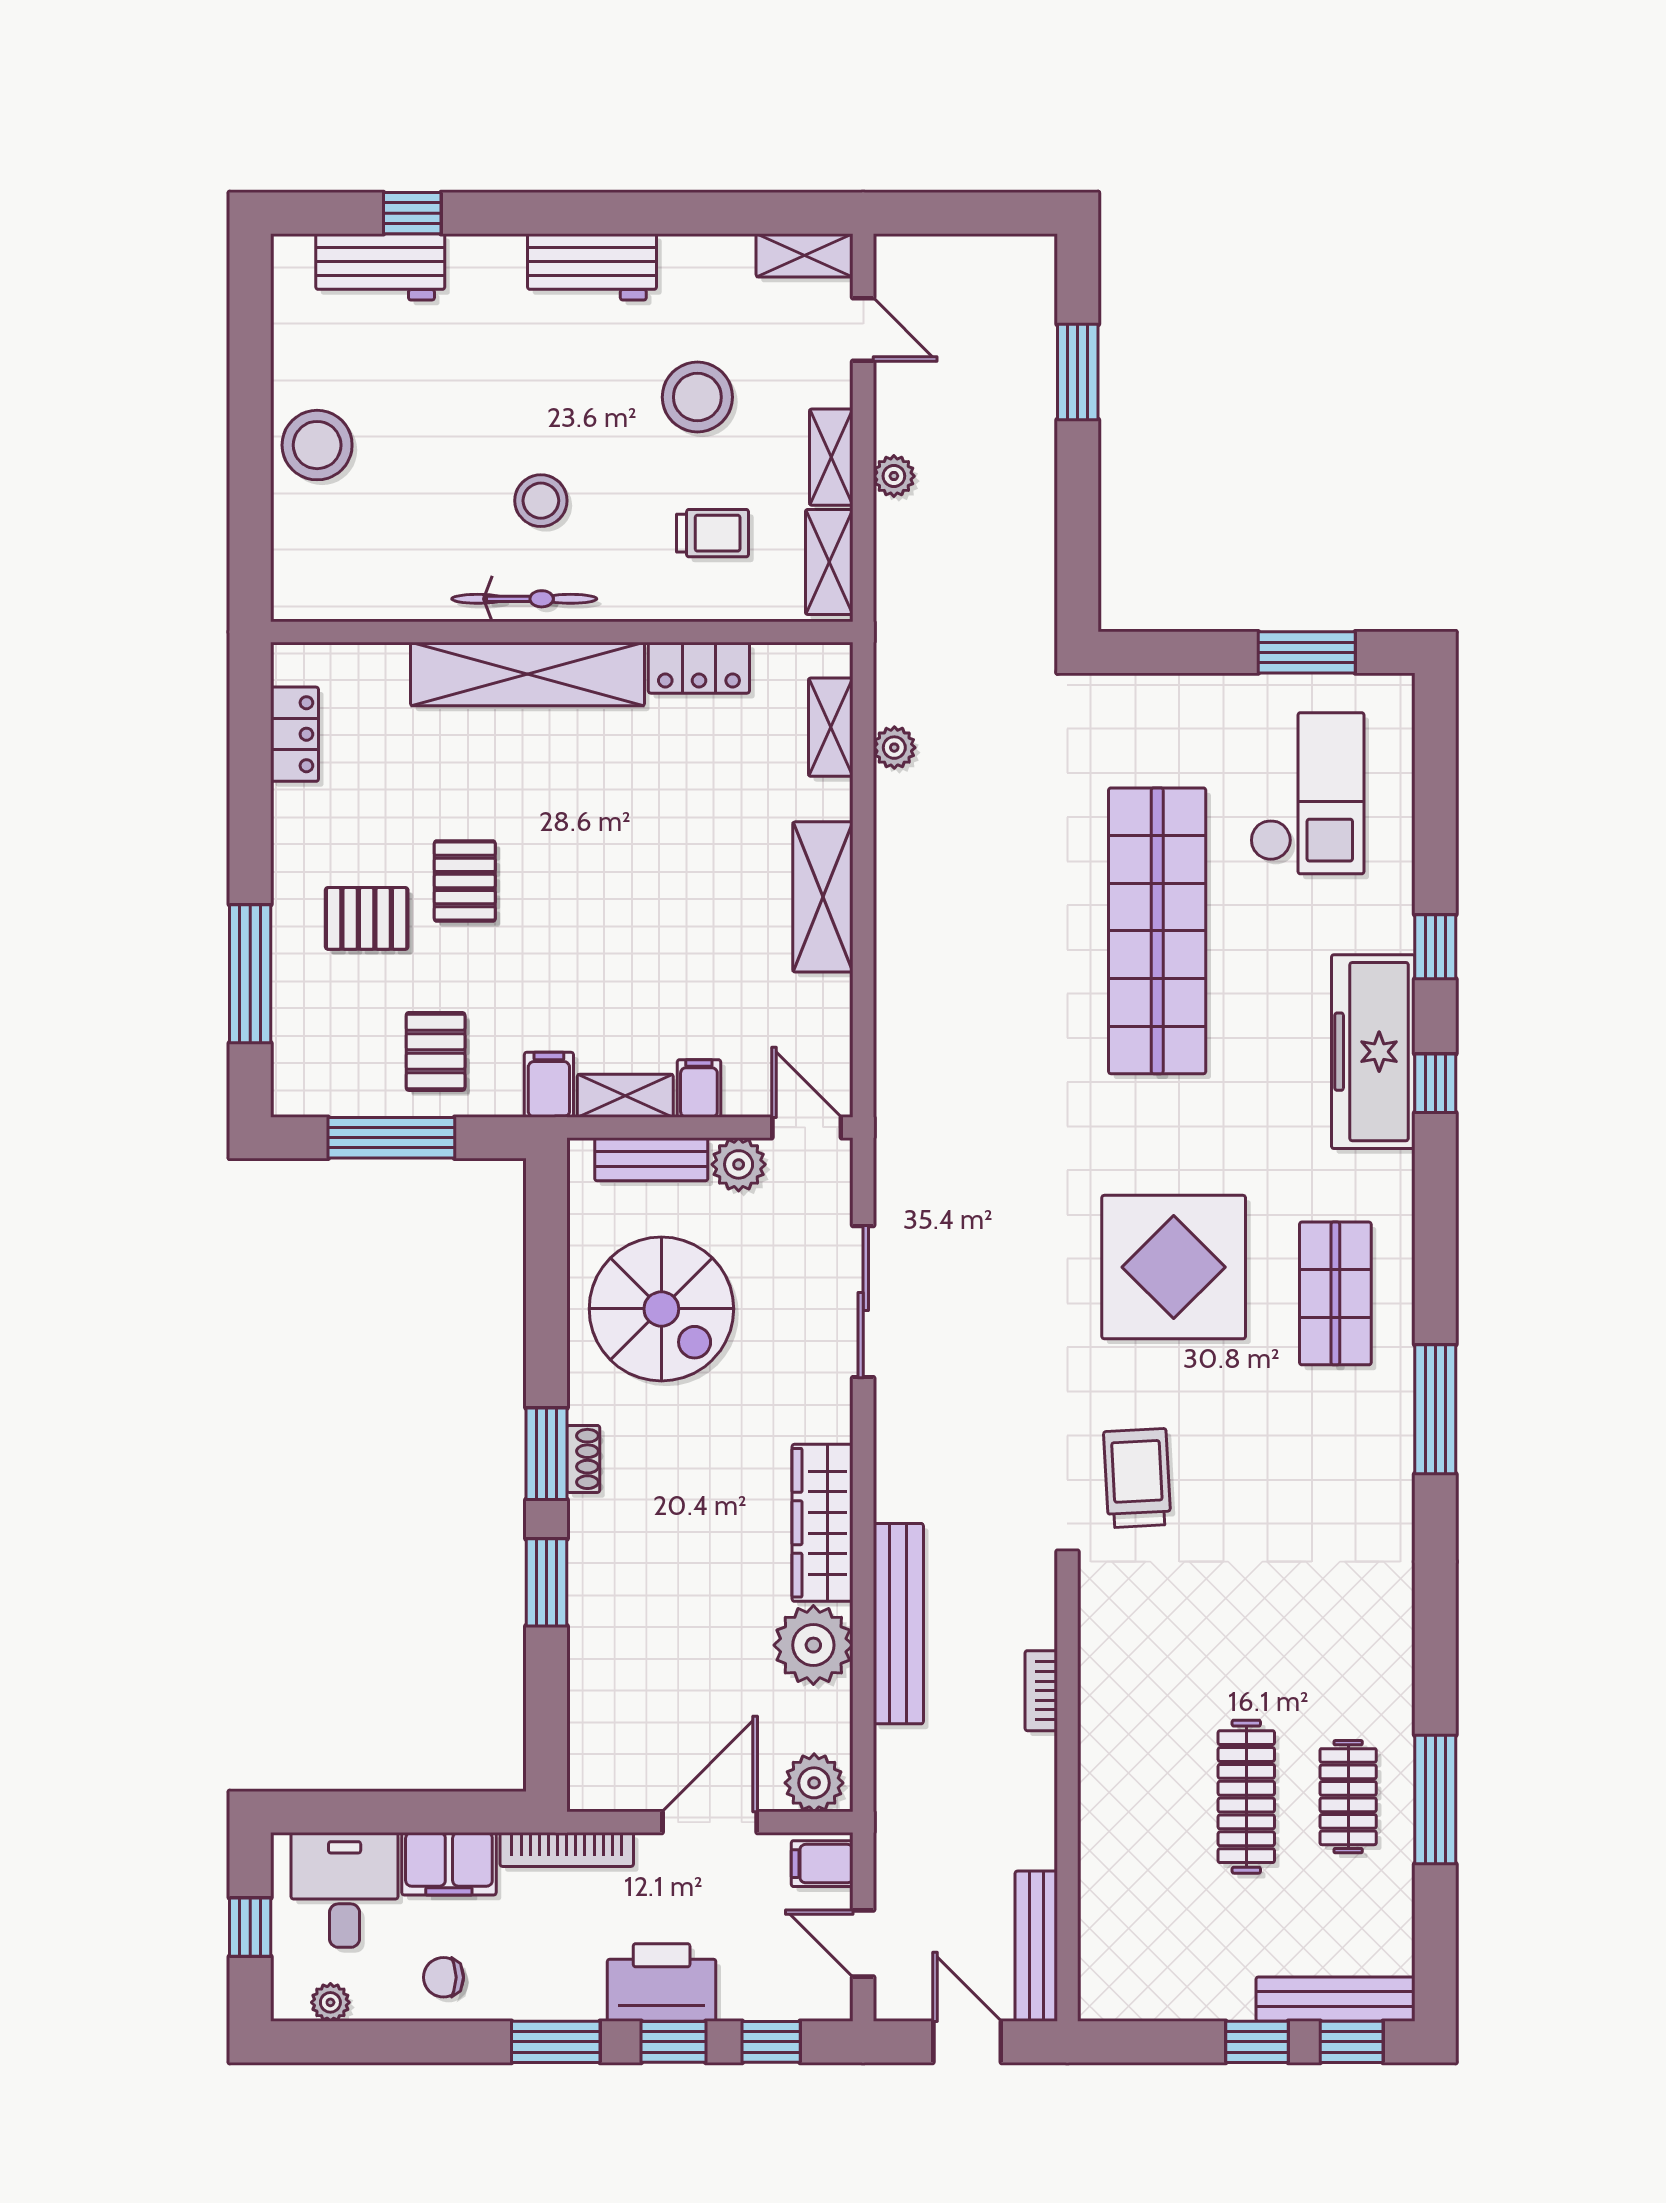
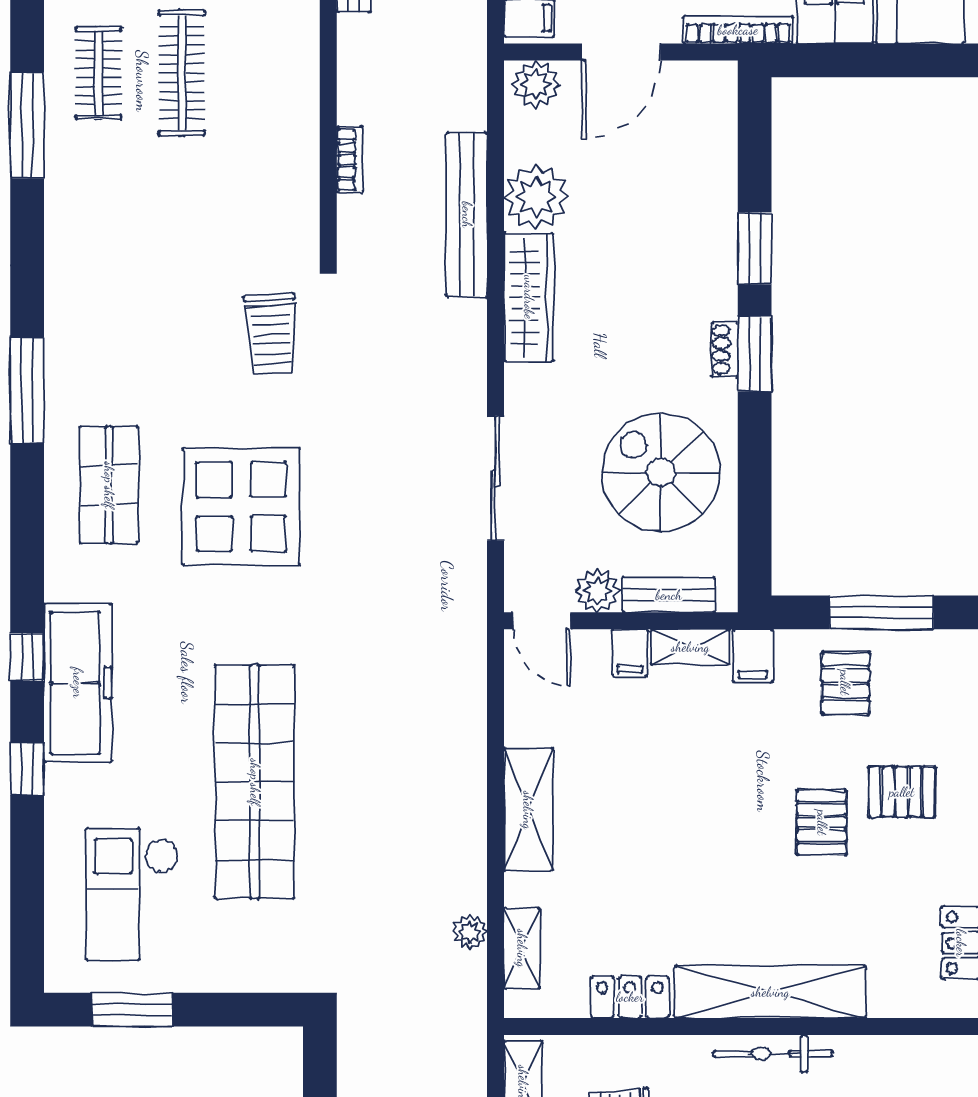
window: (1435, 1799) -> (27, 125), moved

